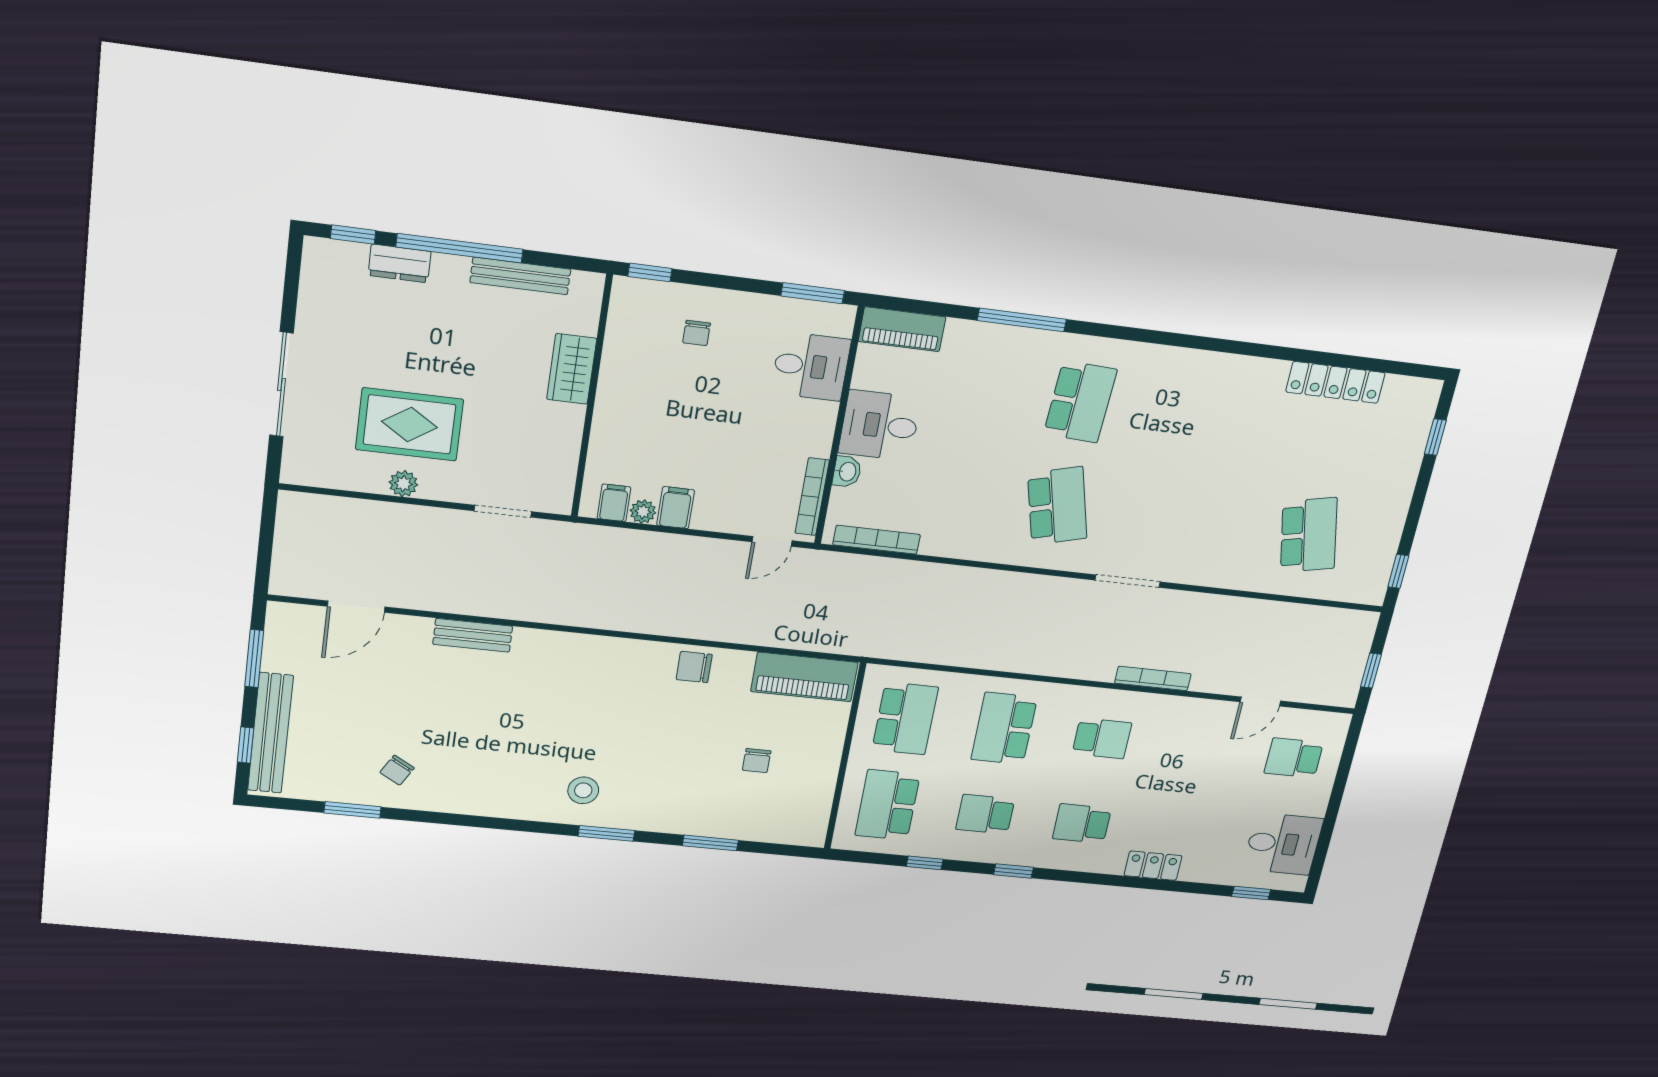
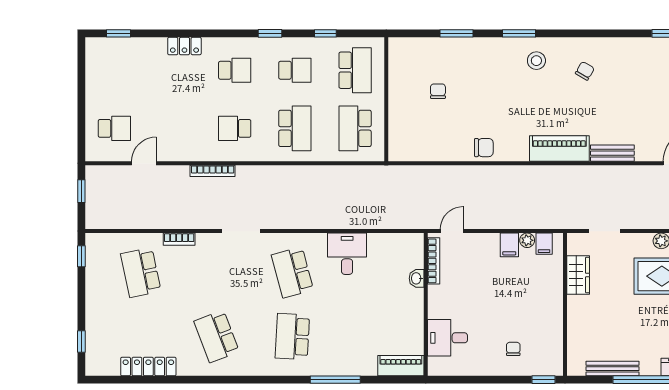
window: (813, 293) -> (454, 380), removed
wardrobe: (572, 369) -> (578, 275), moved
school desk: (1209, 418) -> (217, 336), added
desk: (880, 425) -> (347, 254), moved, turned -90
bookcase: (877, 540) -> (179, 239), moved, width x0.64
piano: (804, 677) -> (559, 148), moved
chair: (397, 770) -> (585, 71), moved
desk: (1283, 844) -> (107, 69), removed

